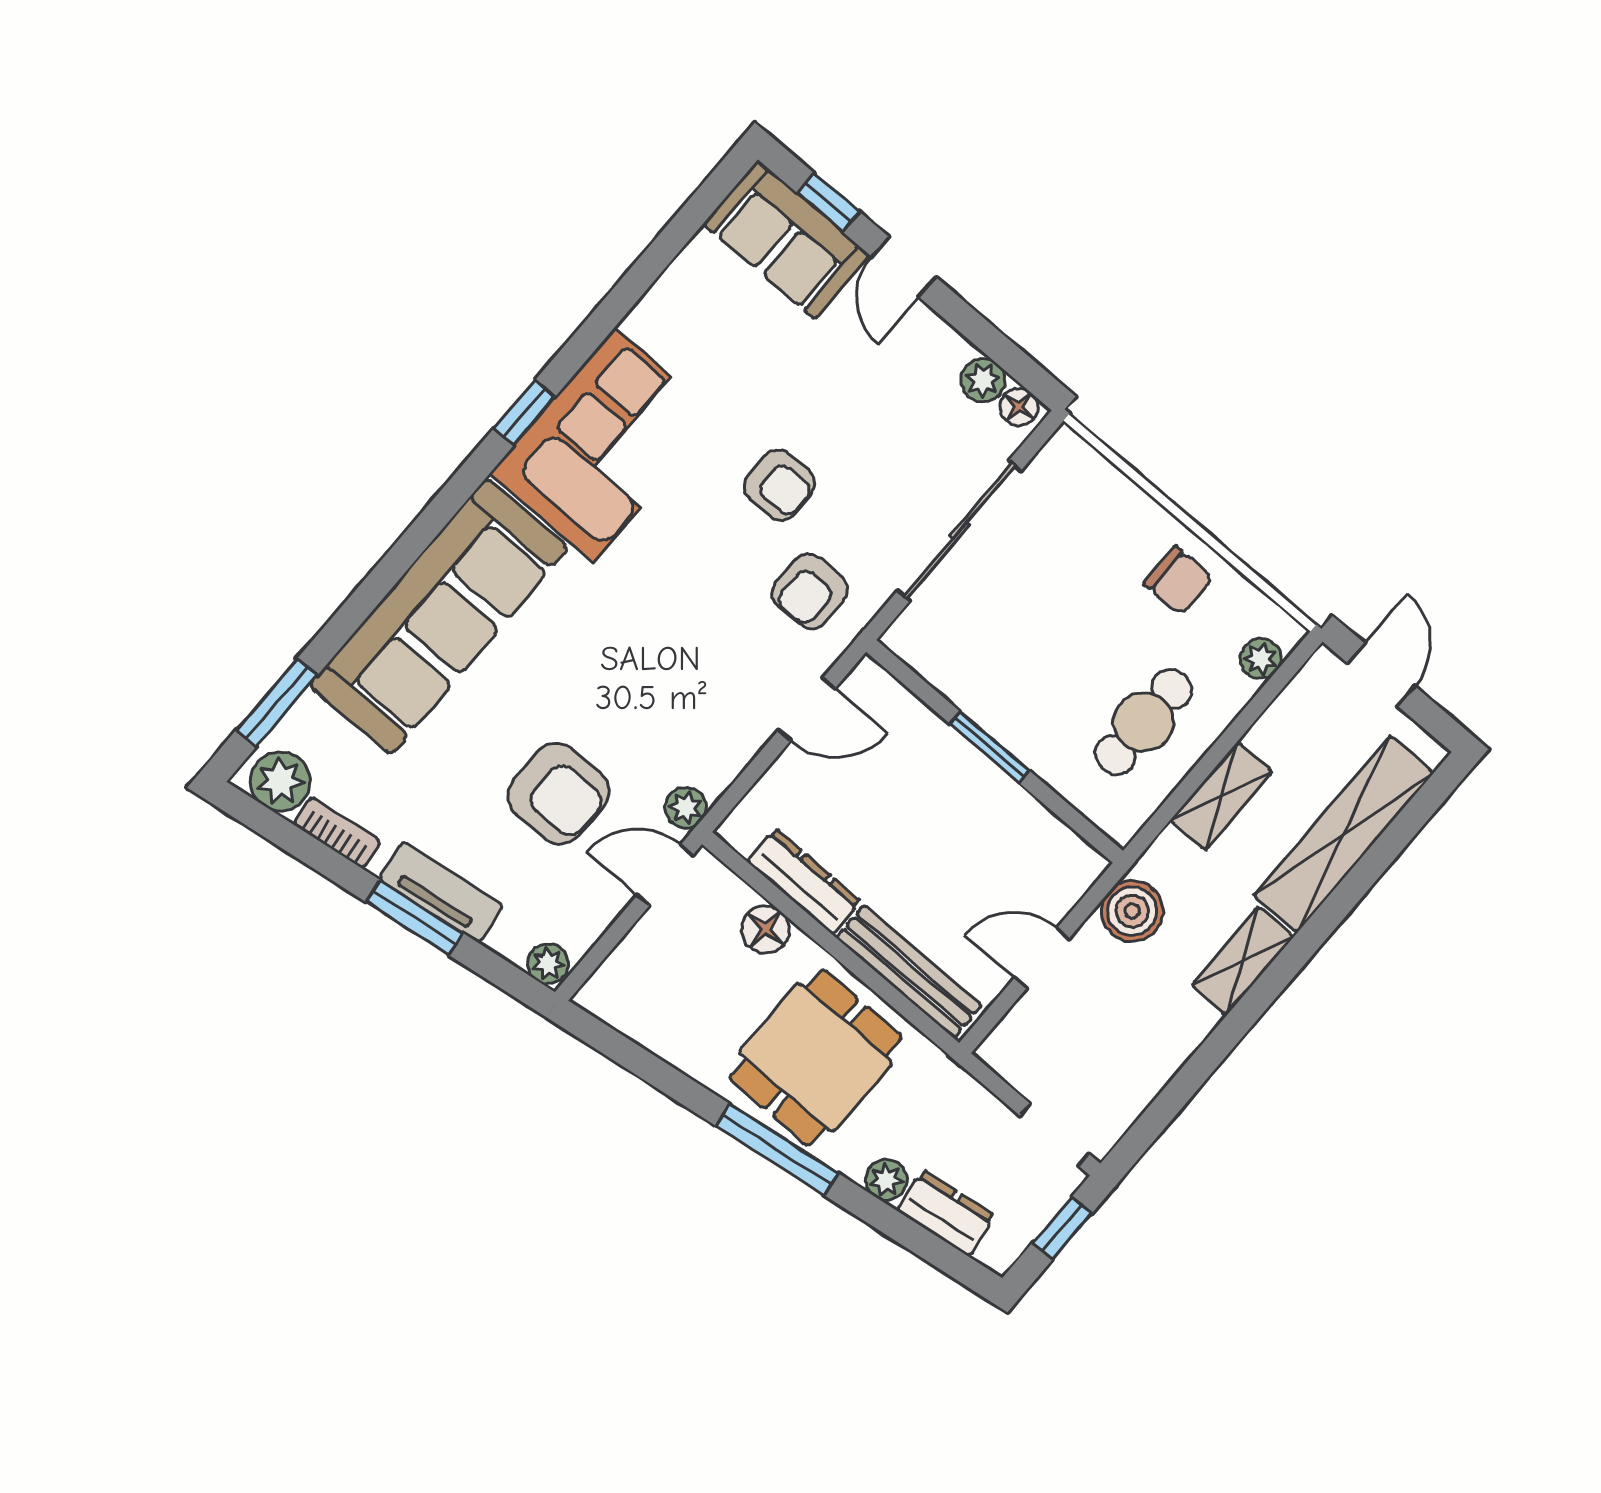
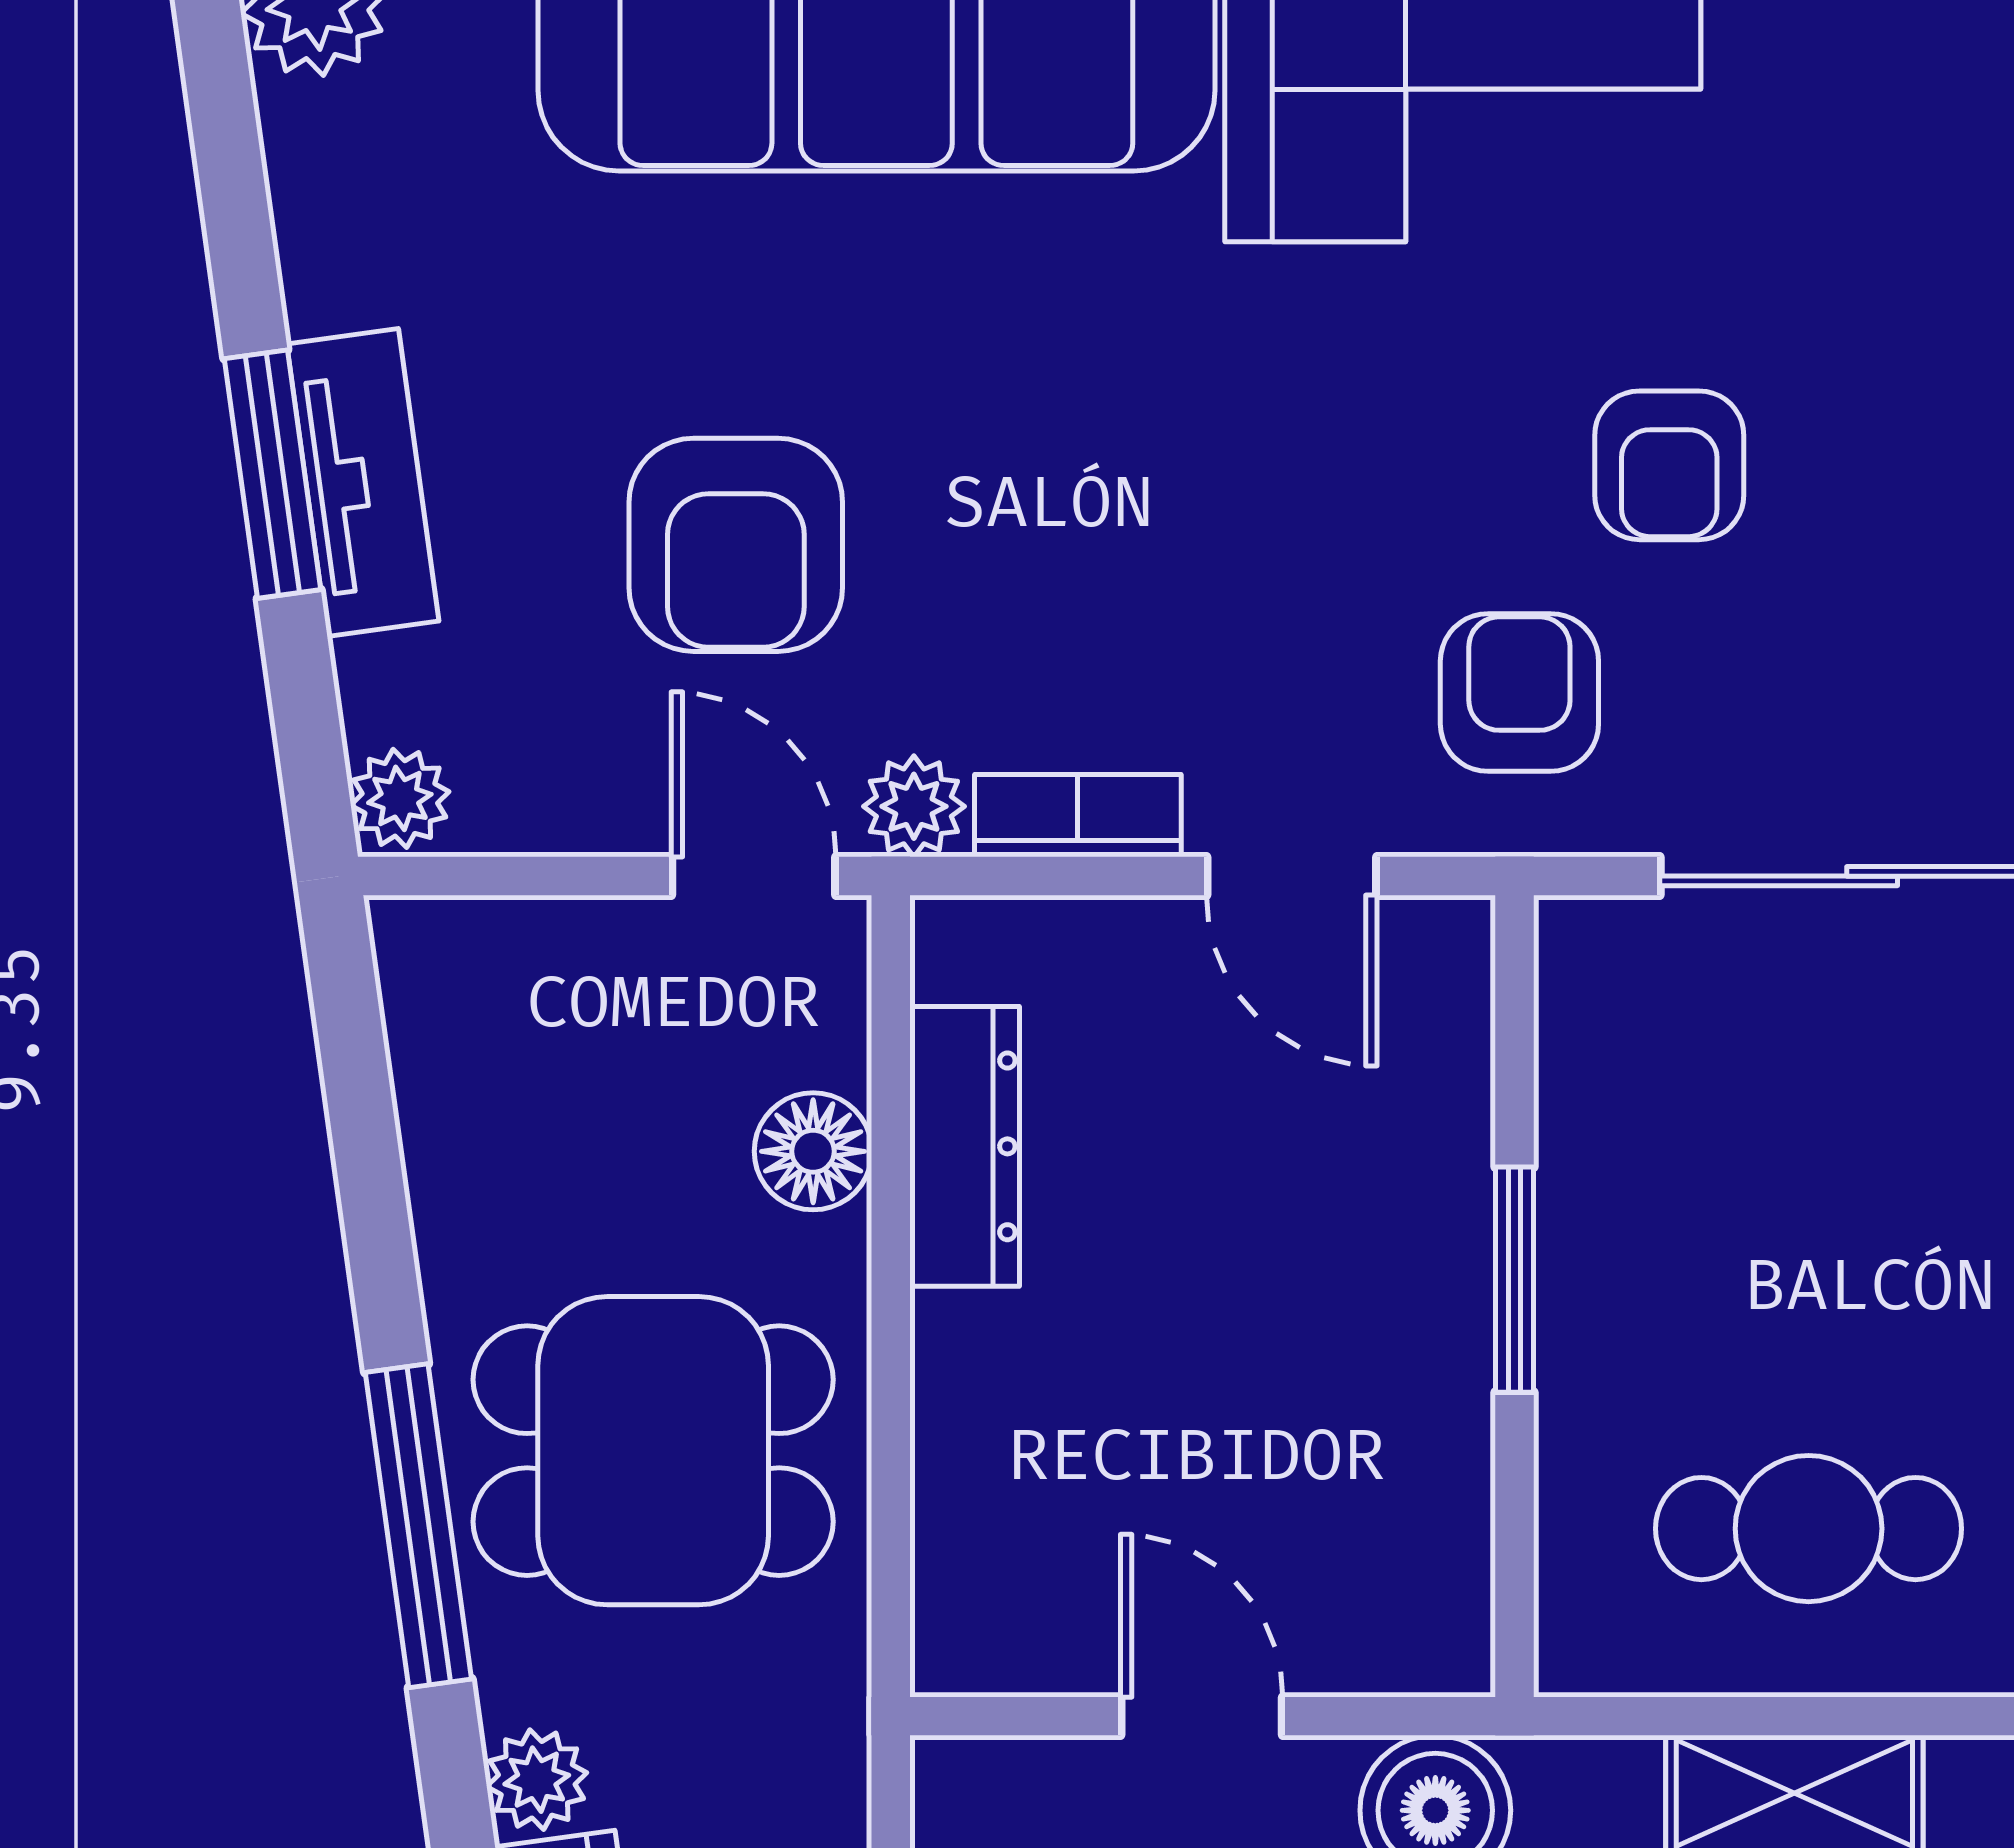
armchair: (810, 591) -> (1519, 693), turned 90
bookcase: (337, 833) -> (1078, 816), moved, turned -82
bench: (909, 972) -> (964, 1488), removed

